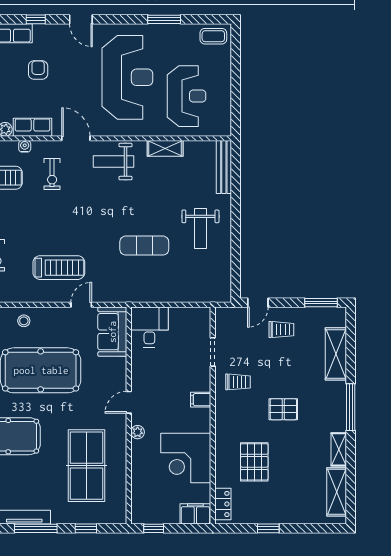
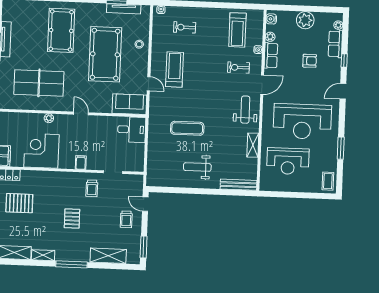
exercise mat: (144, 246) -> (187, 128), turned 90
treadmill: (59, 268) -> (175, 70), turned 180
plant: (138, 432) -> (49, 118), moved
pallet: (254, 462) -> (19, 203), moved

